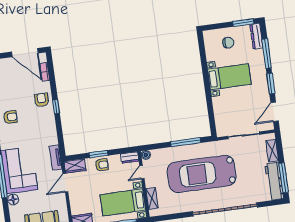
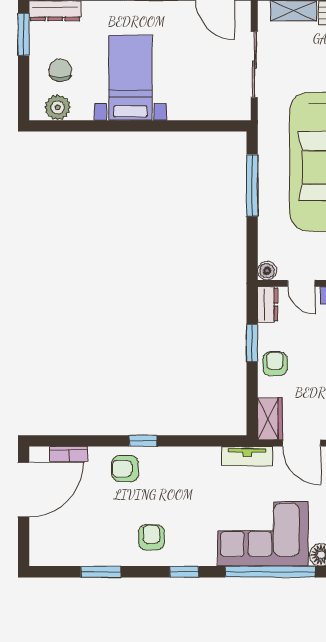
plant: (210, 44) -> (58, 108), added
window: (99, 154) -> (252, 343), moved

